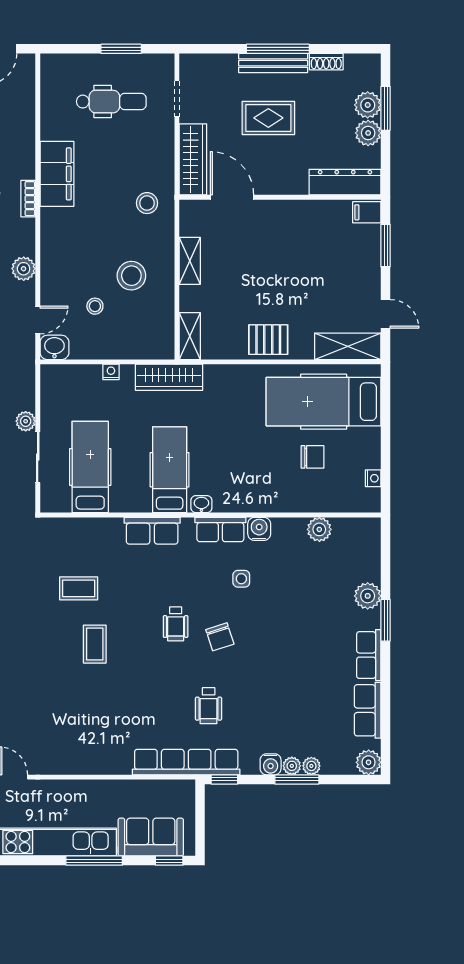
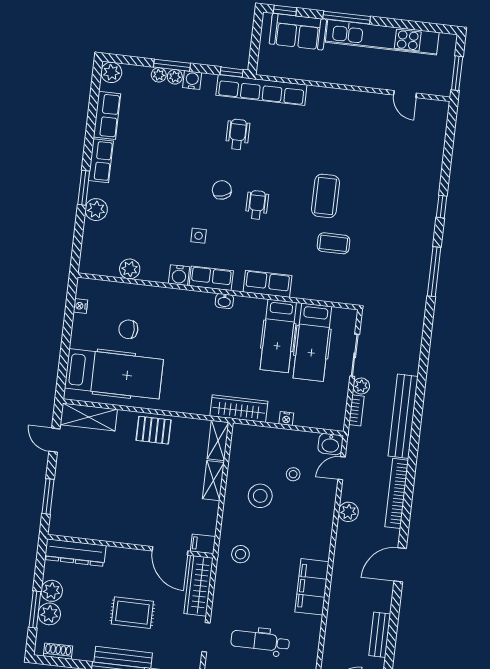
shoe rack: (326, 62) -> (58, 651), moved
bookcase: (28, 199) -> (356, 410), moved
filing cabinet: (367, 212) -> (203, 544), moved, turned 180
shelving: (190, 261) -> (213, 481), moved
hospital bed: (170, 470) -> (278, 336), moved
coffee table: (95, 644) -> (326, 196), width x1.36, depth x1.30

